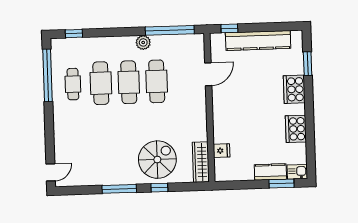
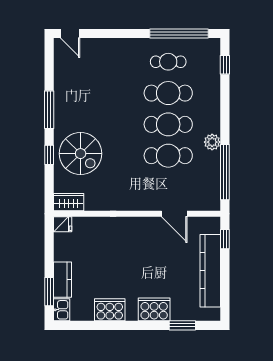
fridge: (222, 151) -> (63, 224), moved, turned -90
wardrobe: (201, 162) -> (69, 202), width x0.67

